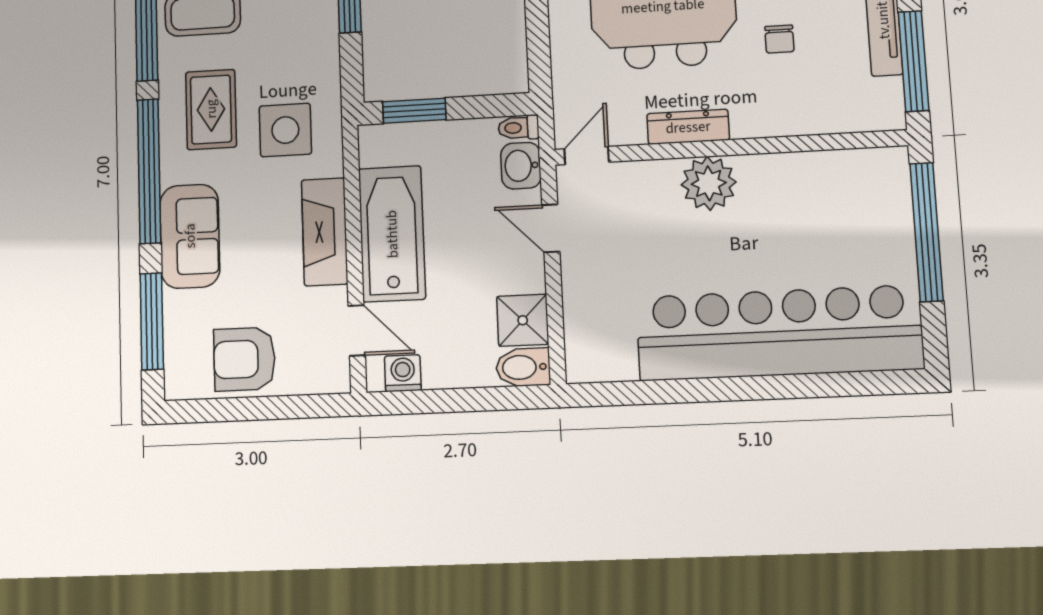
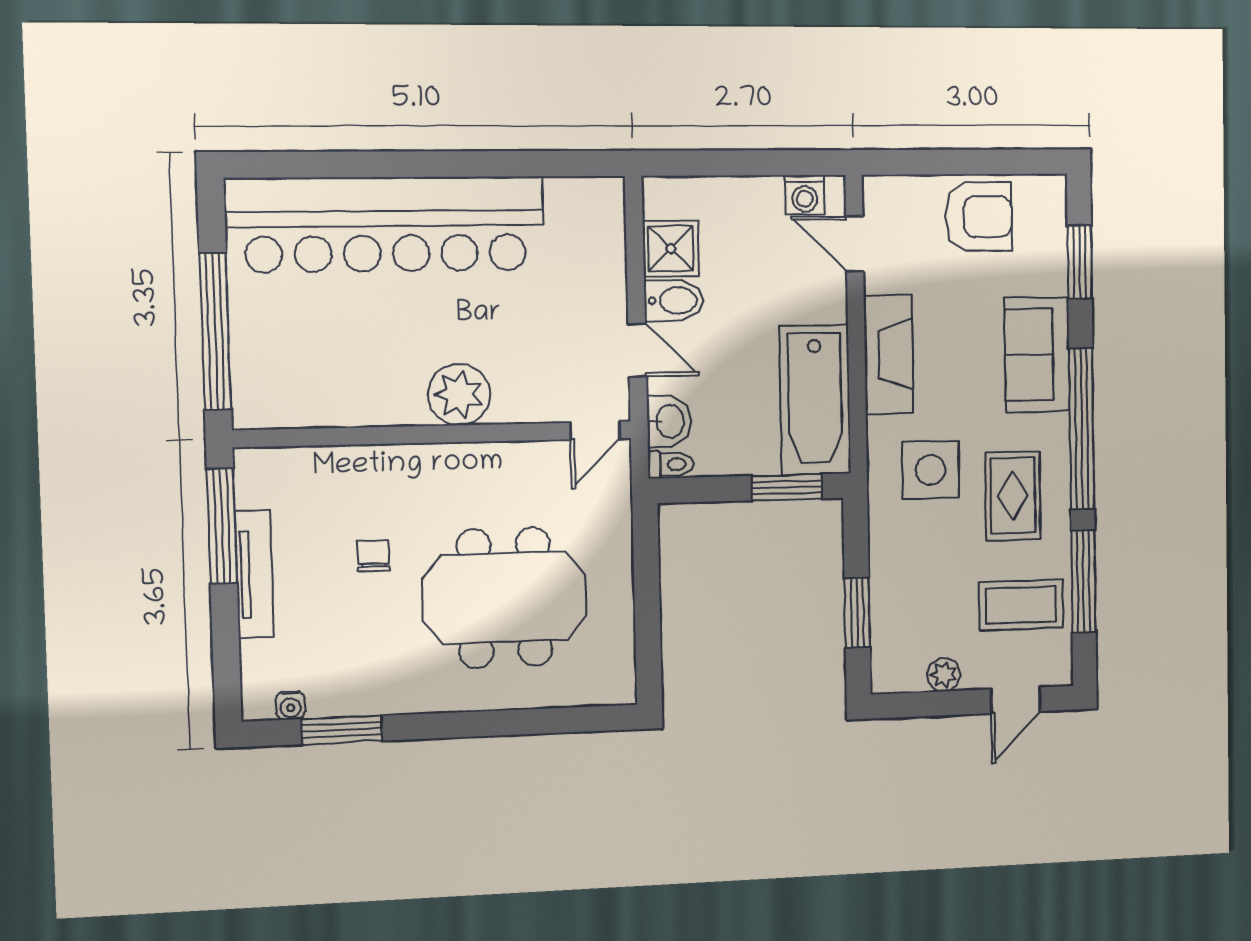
dresser: (688, 127) -> (480, 459), removed
bathtub: (392, 234) -> (815, 400), moved
window: (152, 321) -> (1080, 262), width x0.69
bidet: (523, 367) -> (674, 301), moved

